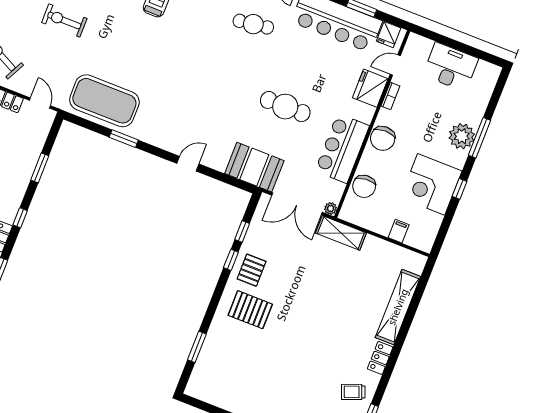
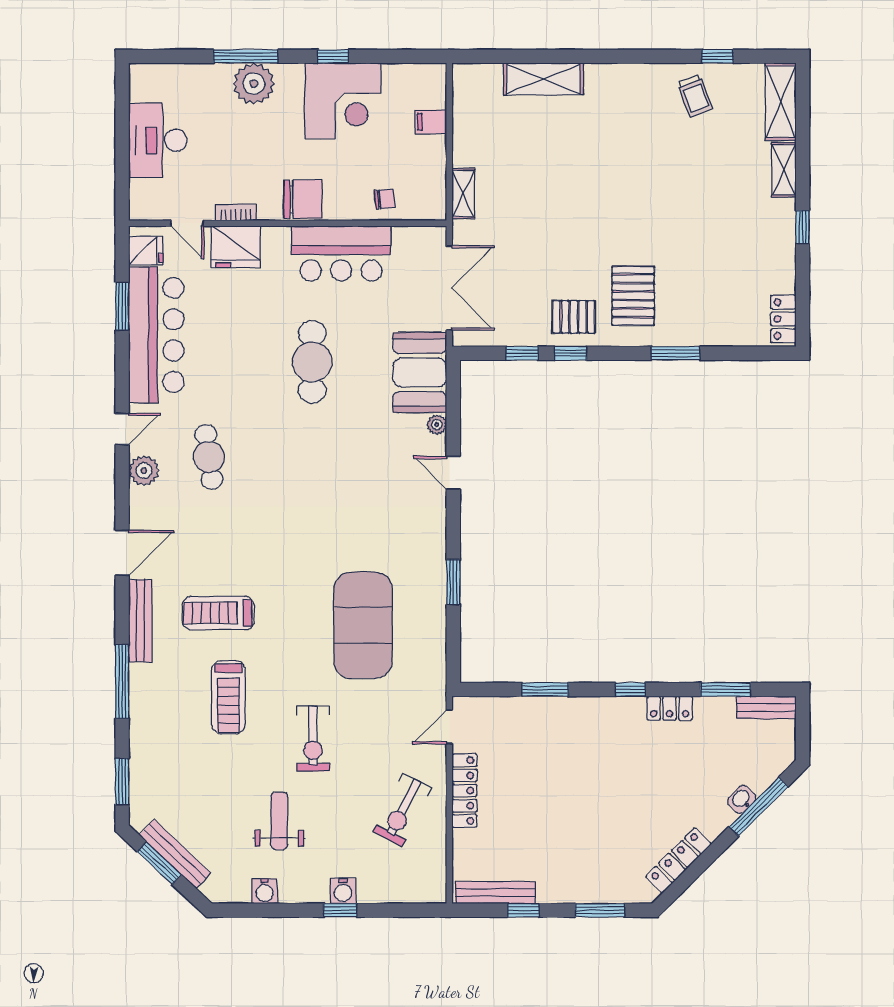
exercise mat: (104, 101) -> (363, 625), moved
chair: (364, 186) -> (385, 199), width x0.54, depth x0.54
plant: (331, 208) -> (437, 425), moved
shelving: (341, 233) -> (463, 194), width x0.67, depth x0.75
shelving: (398, 307) -> (543, 79), width x0.68
window: (197, 347) -> (676, 353), moved
locker: (380, 358) -> (783, 319), moved, turned 90

